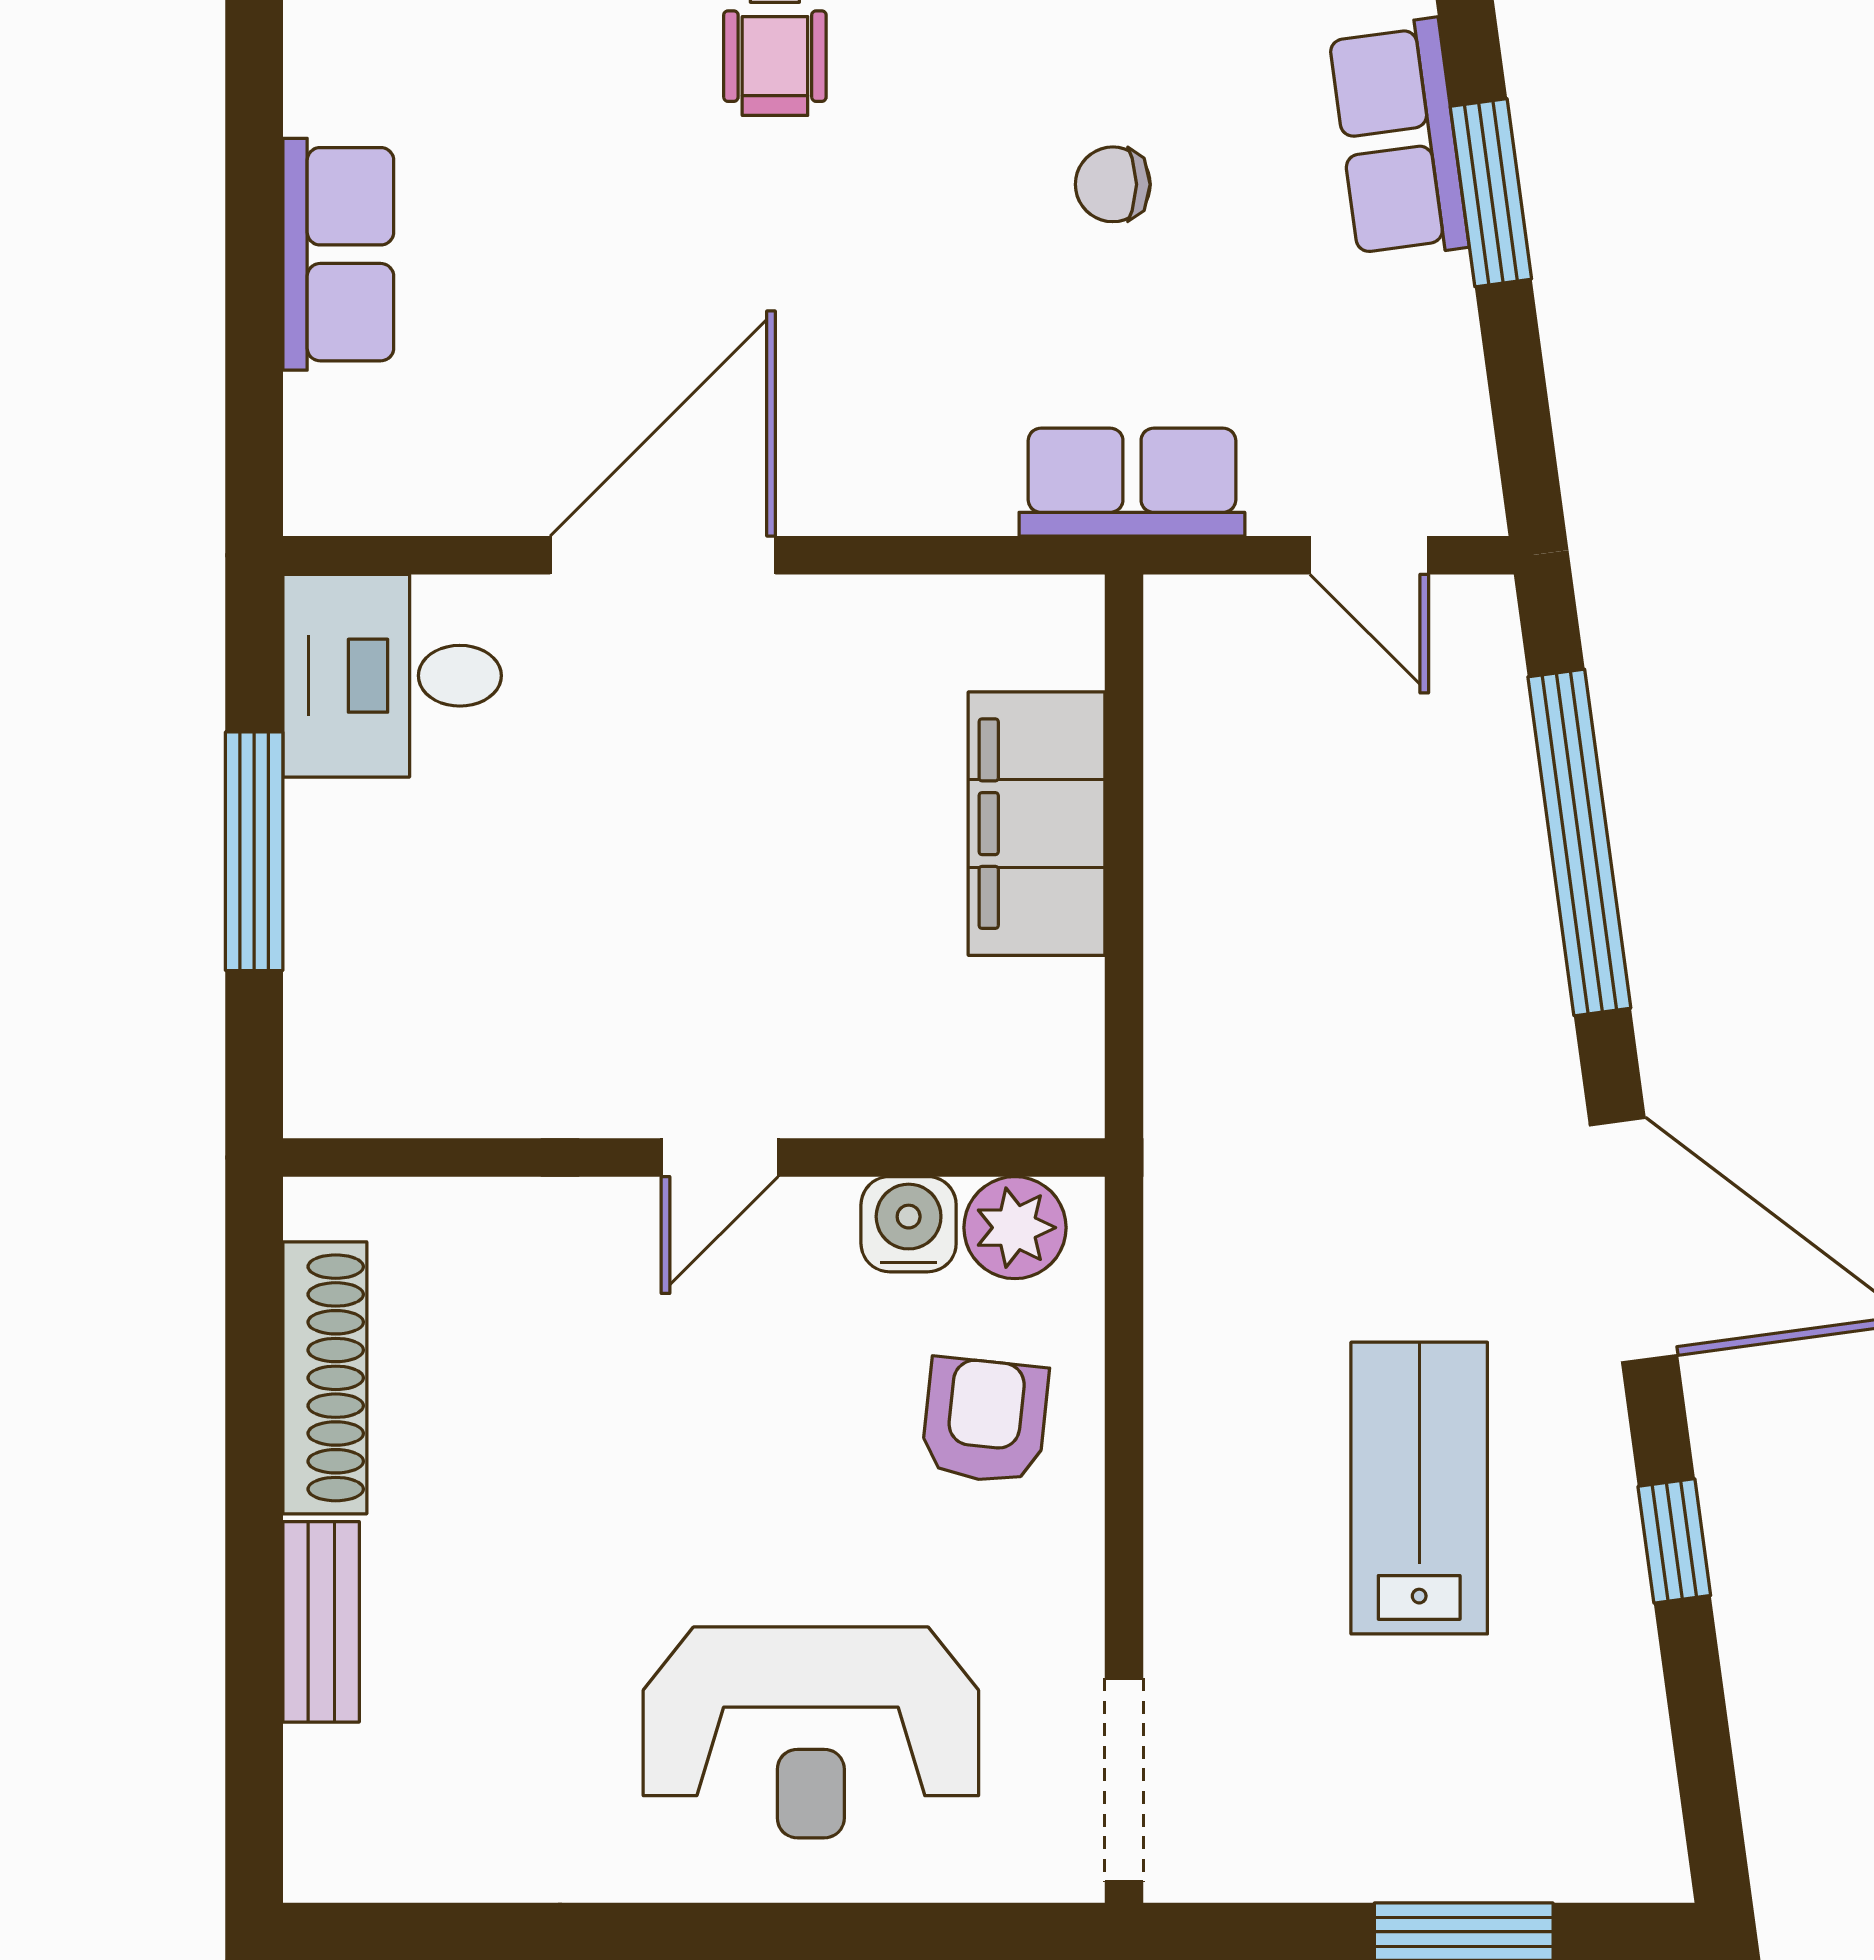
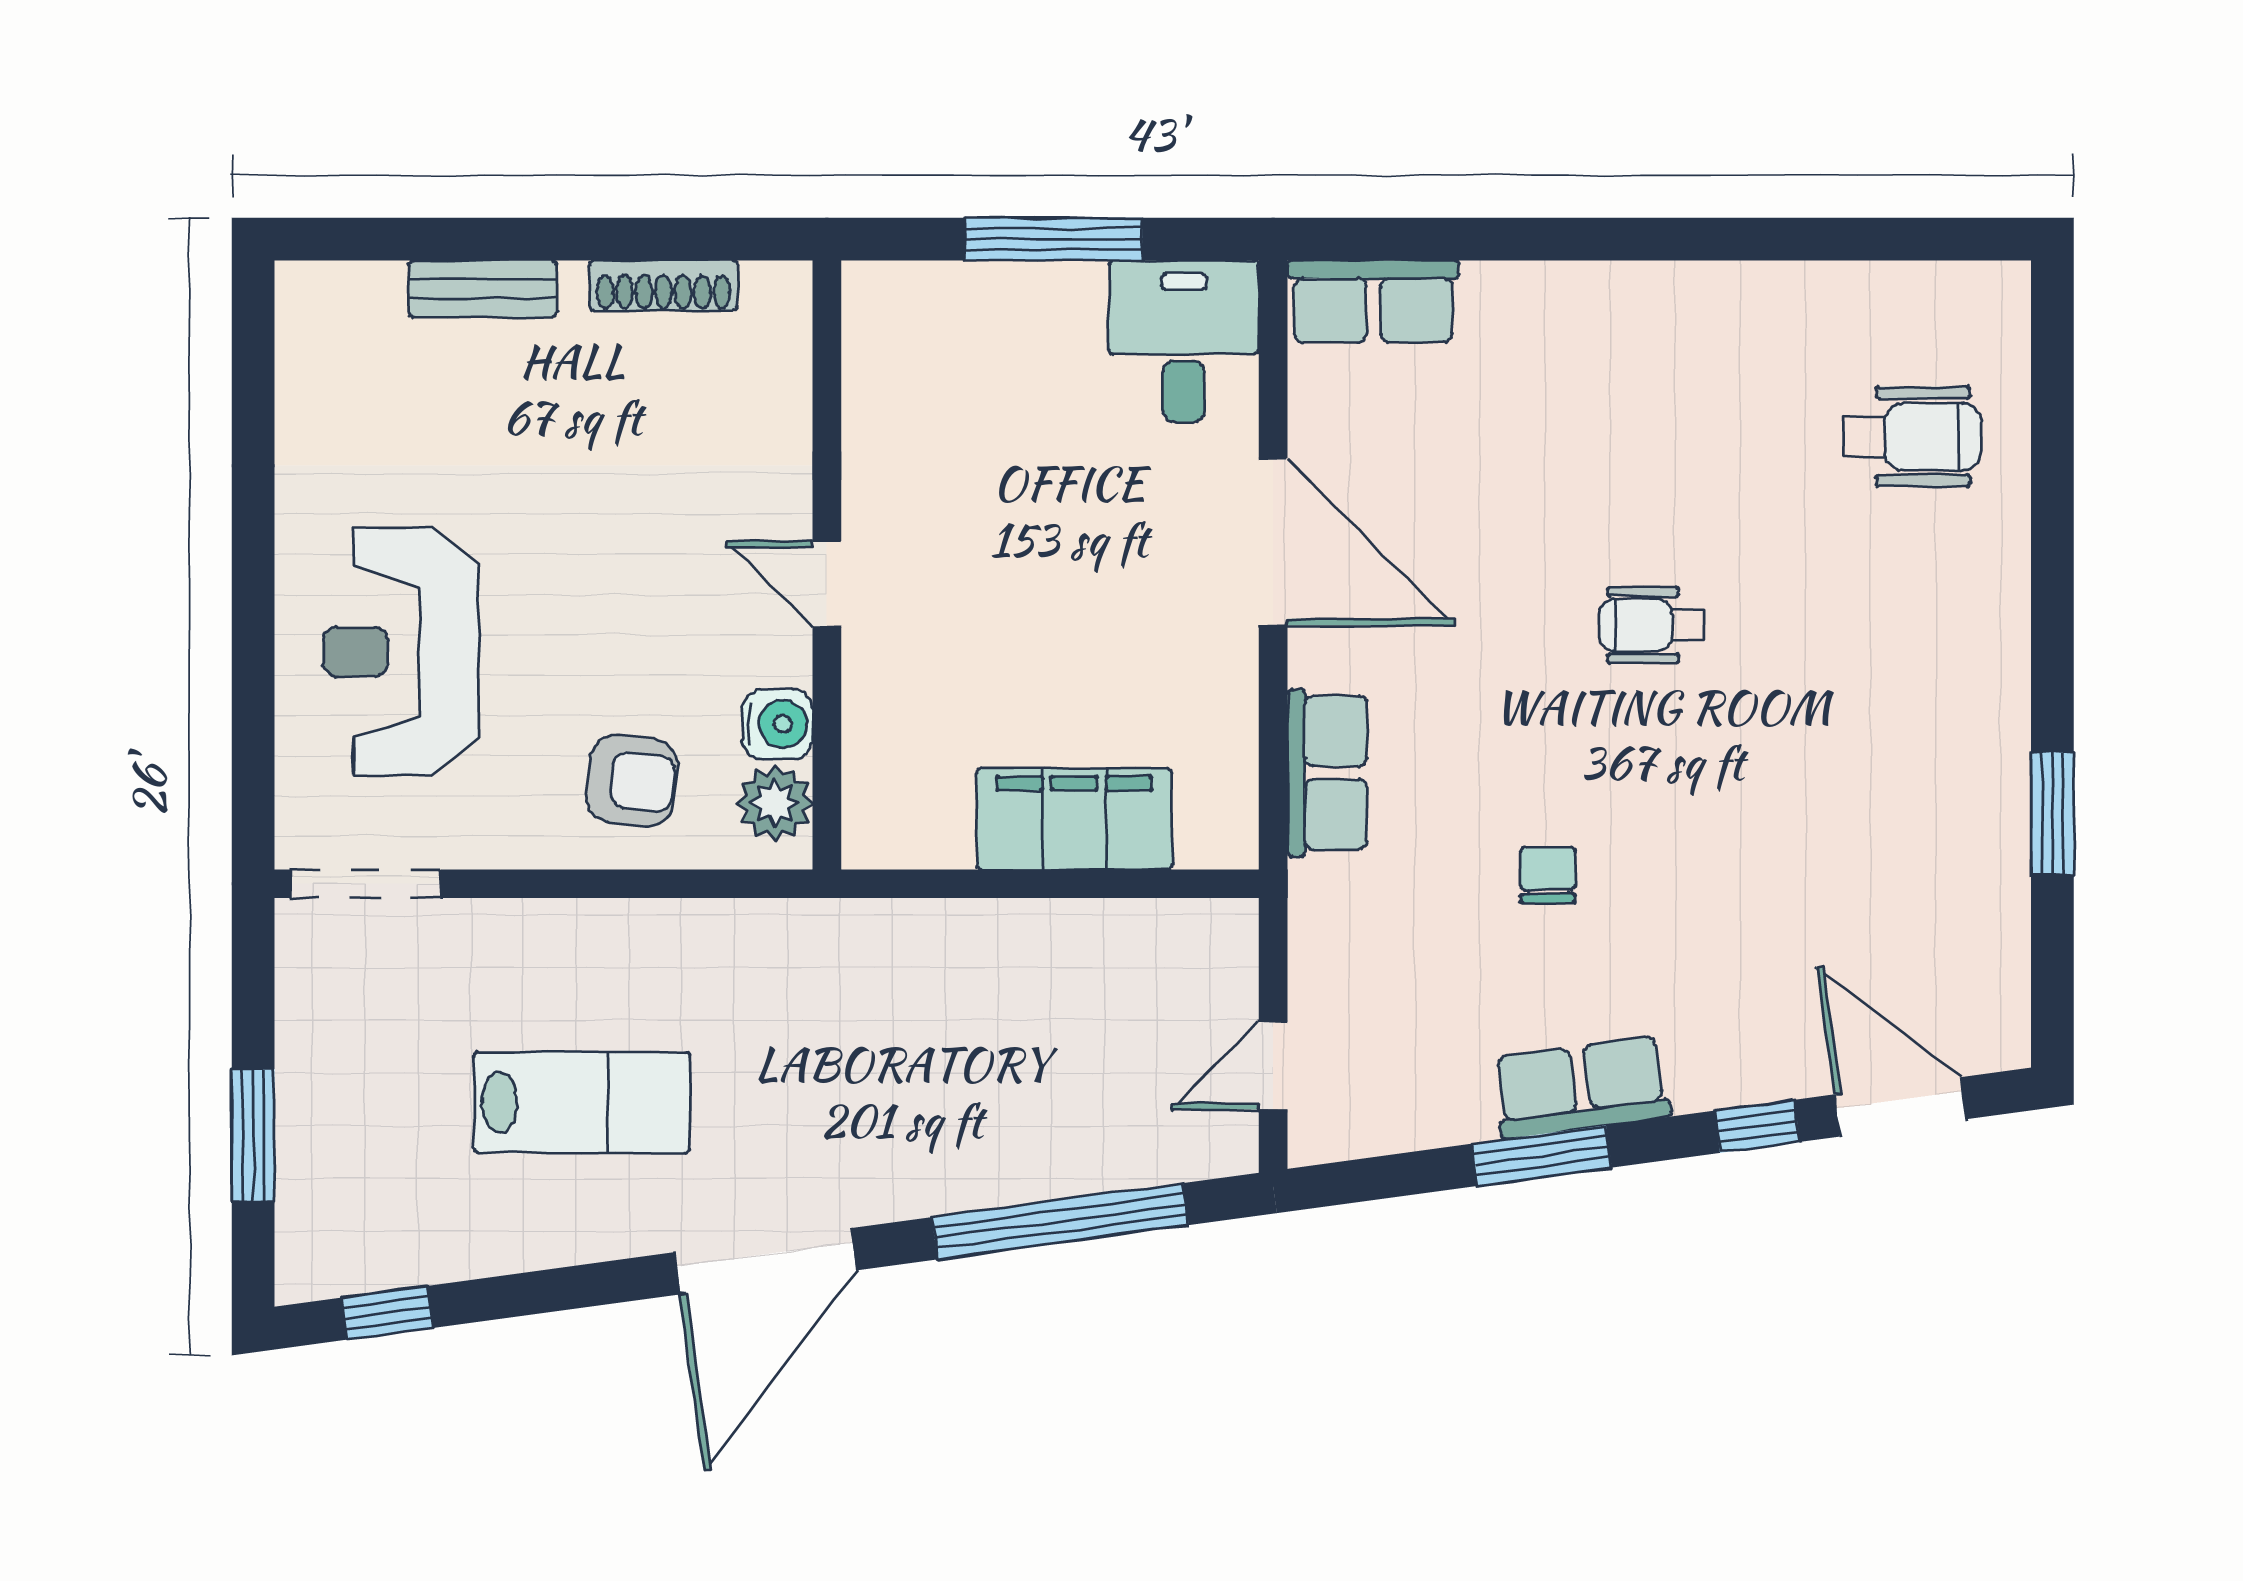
row of seats: (338, 254) -> (1373, 301), moved
row of seats: (1132, 482) -> (1327, 773), moved
shoe rack: (325, 1378) -> (664, 286), width x0.74, depth x0.81
window: (1674, 1541) -> (387, 1313), moved

